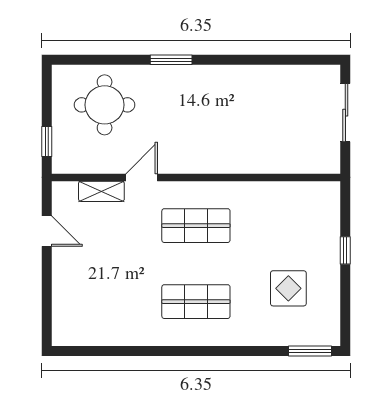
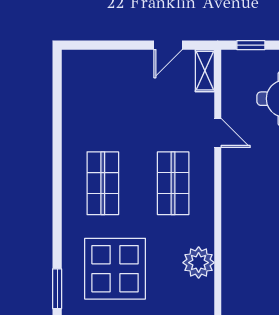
shelving: (101, 191) -> (205, 71), moved
plant: (282, 198) -> (199, 263), added
display table: (288, 288) -> (115, 269), width x1.86, depth x1.86

